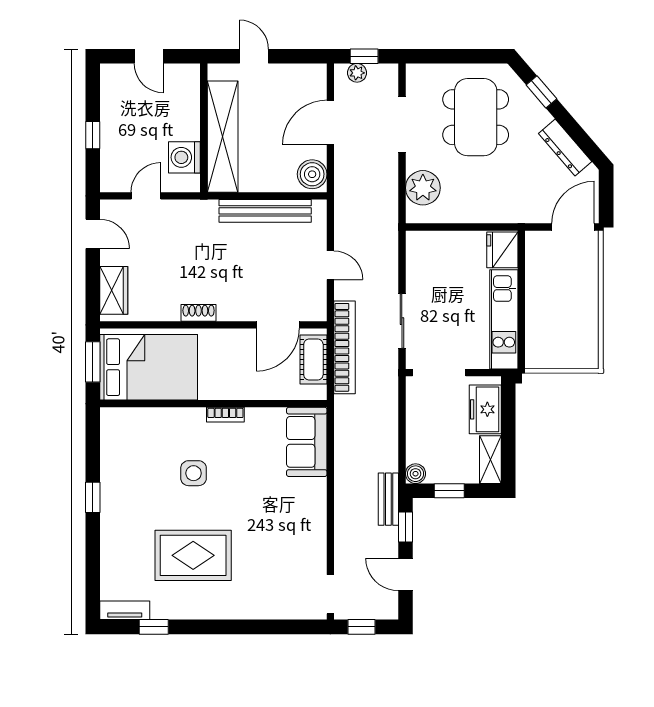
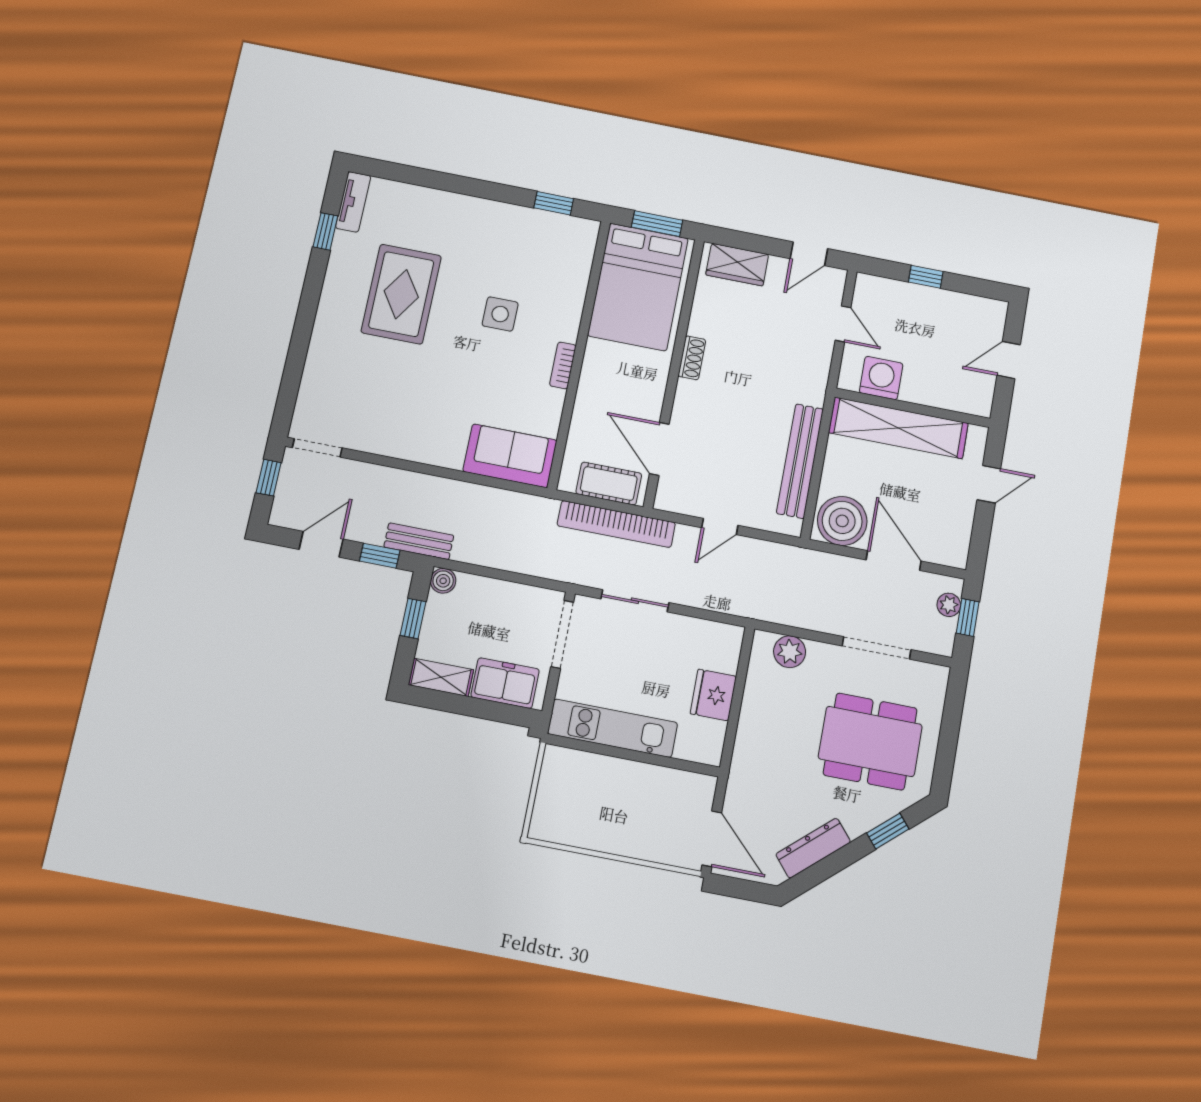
boiler: (312, 174) -> (842, 521), width x1.37, depth x1.37
plant: (423, 188) -> (790, 652), width x0.73, depth x0.73
fridge: (502, 250) -> (713, 695), moved, turned -90
window: (93, 497) -> (554, 203), moved

